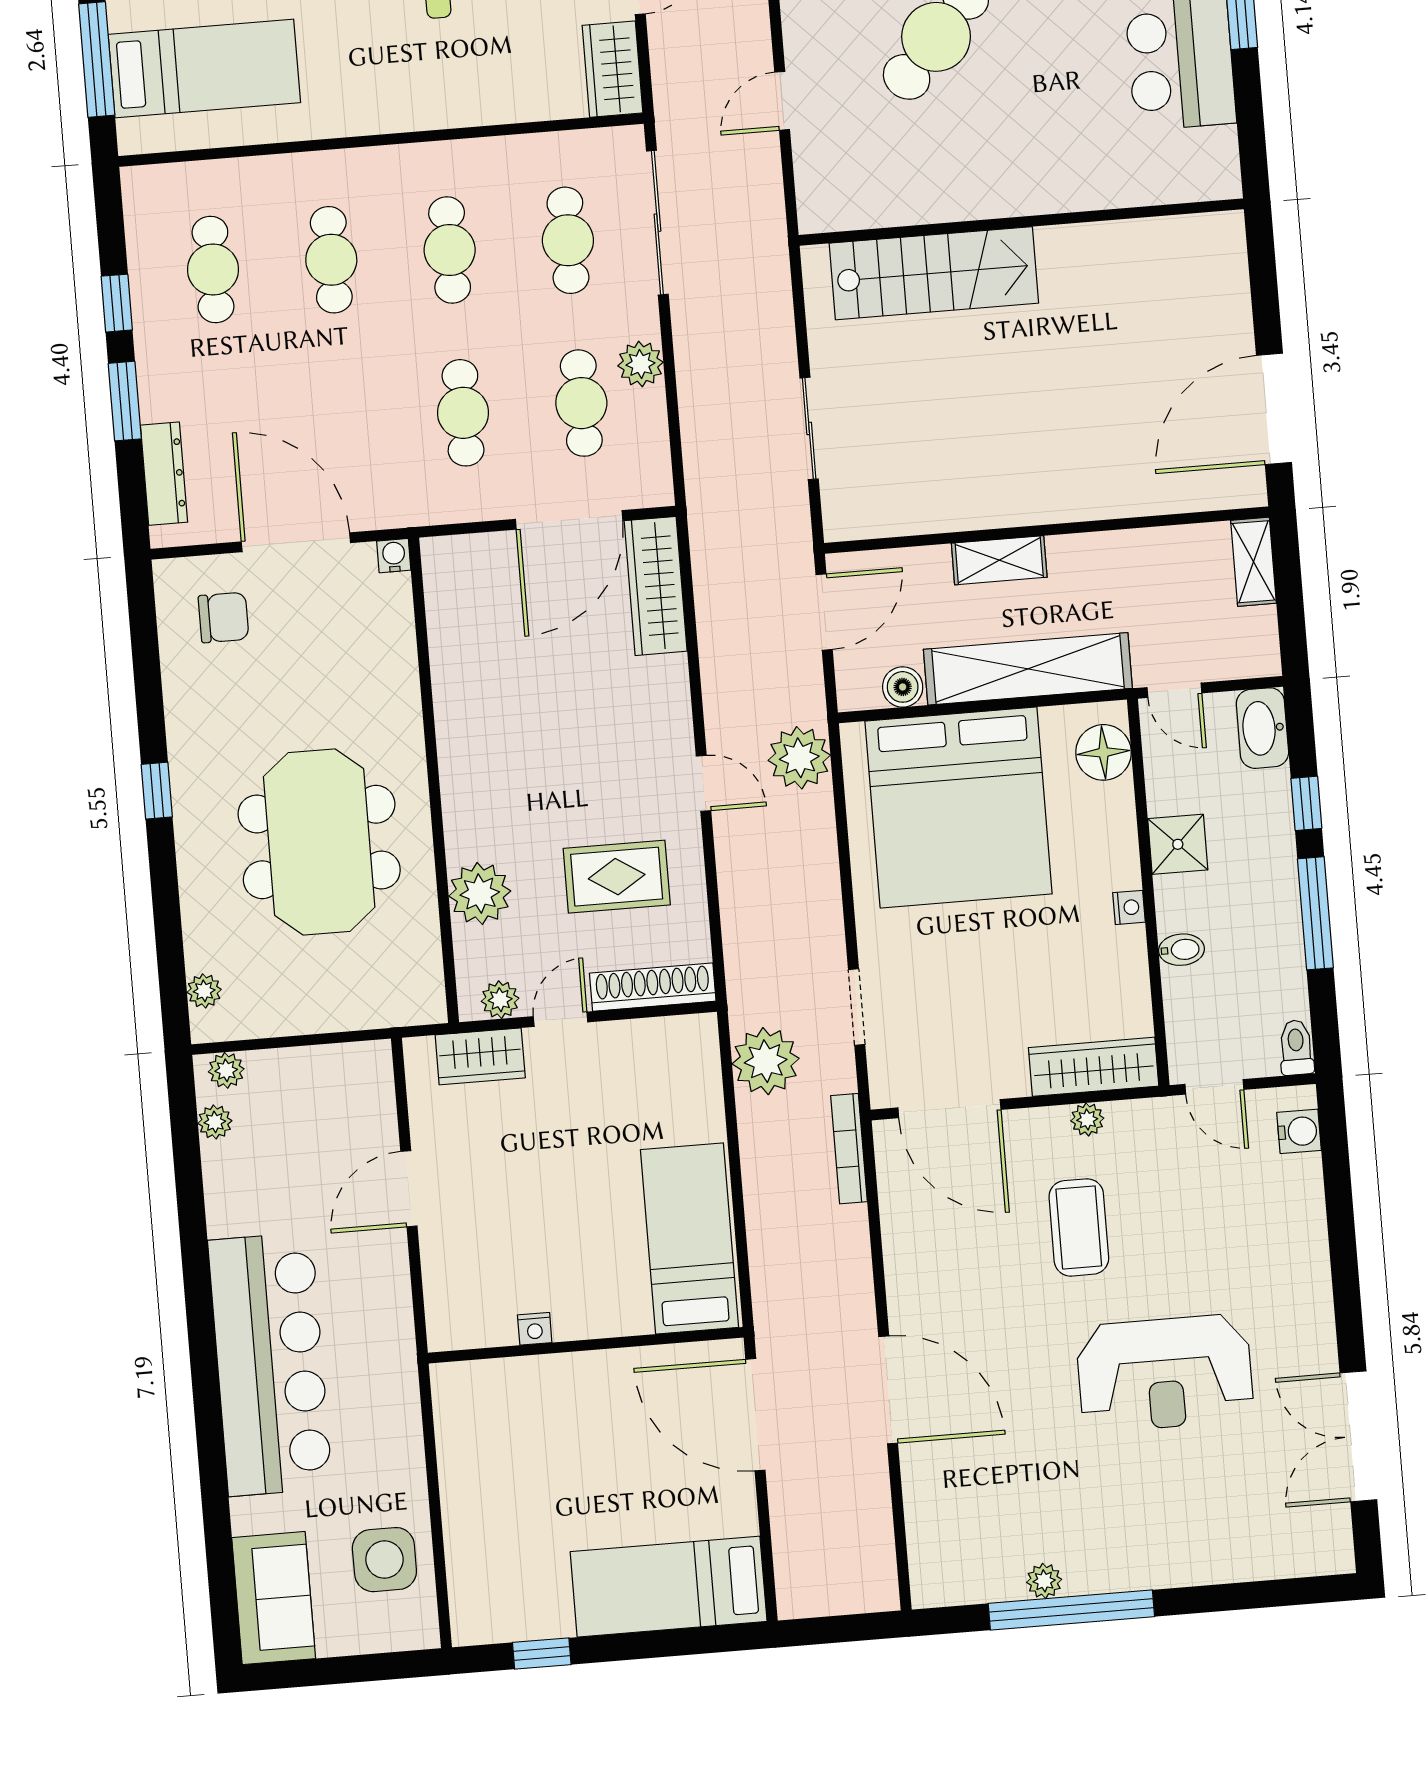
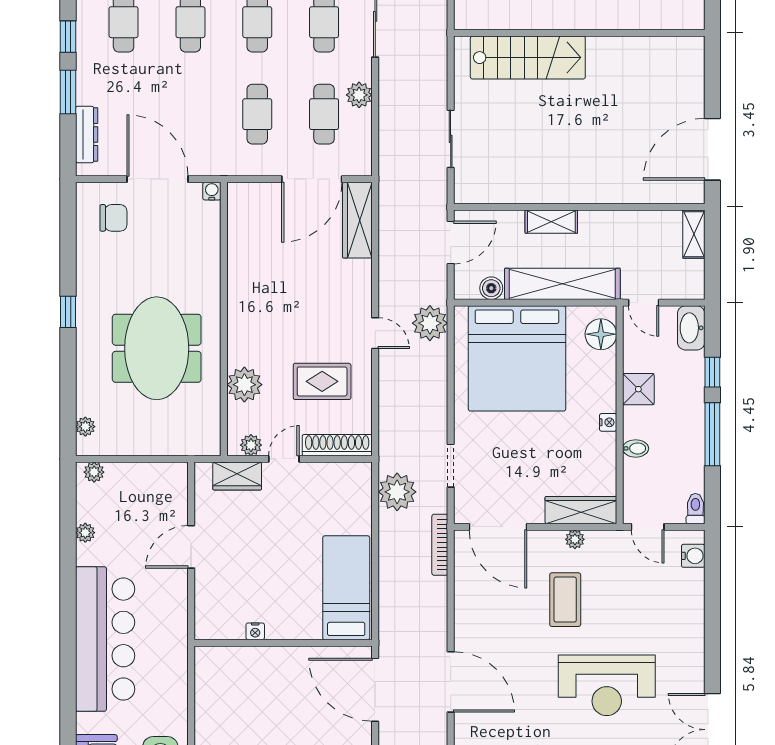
plant: (215, 1122) -> (85, 533), moved

